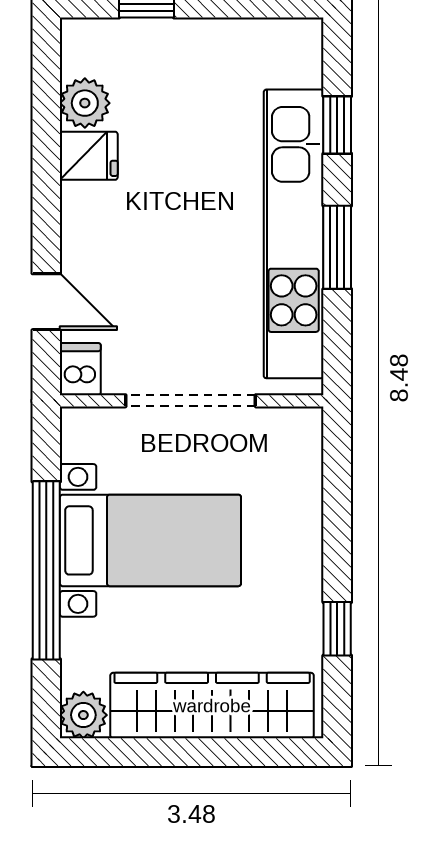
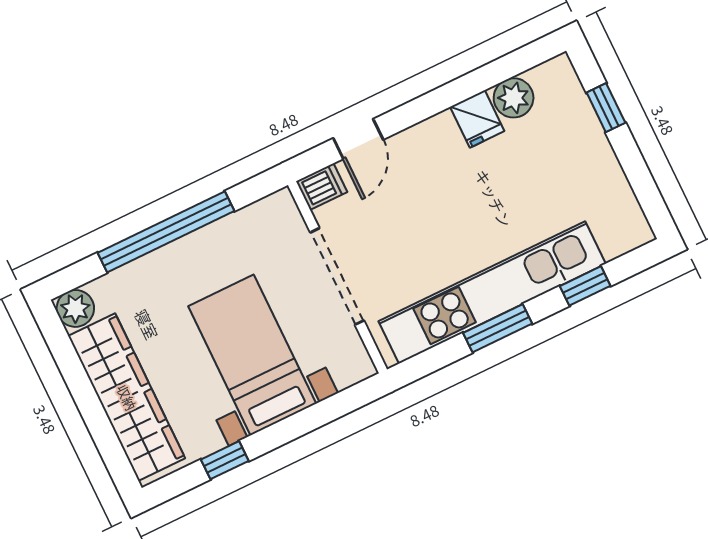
bed with nightstands: (150, 540) -> (252, 355), moved, turned 180

